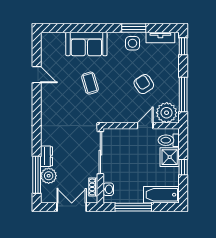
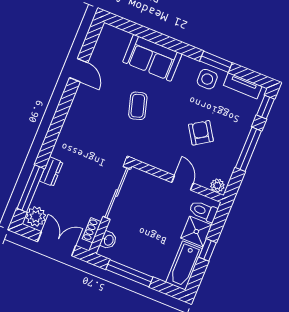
window: (183, 94) -> (248, 149), moved
plant: (167, 113) -> (217, 186), width x0.53, depth x0.53
door: (145, 126) -> (182, 183), hinge flipped
plant: (49, 176) -> (36, 216), moved
bathtub: (161, 195) -> (184, 265), moved, turned -90

